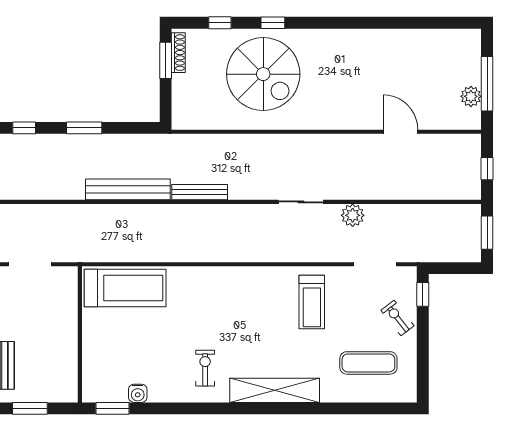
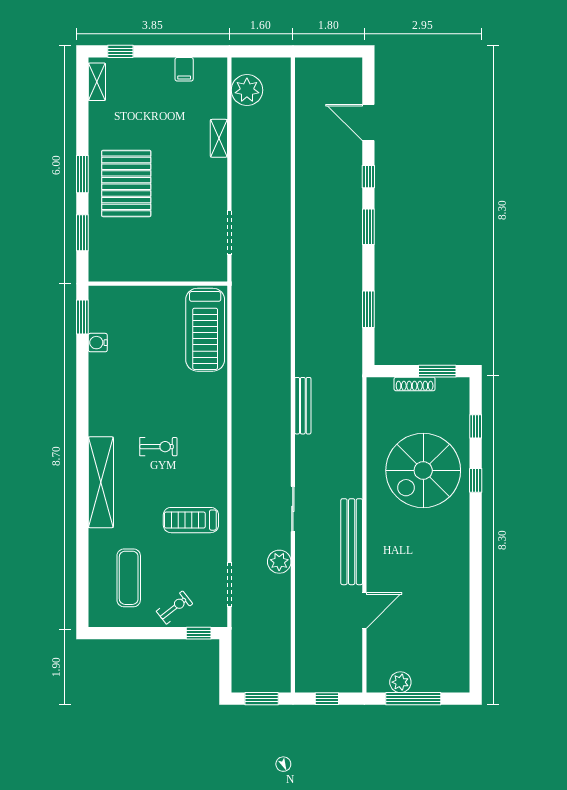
shoe rack: (178, 53) -> (415, 384), moved
window: (24, 128) -> (368, 227), width x1.50
window: (84, 128) -> (368, 309), moved
bench: (128, 189) -> (352, 542), moved
exercise bike: (205, 368) -> (158, 447), moved

